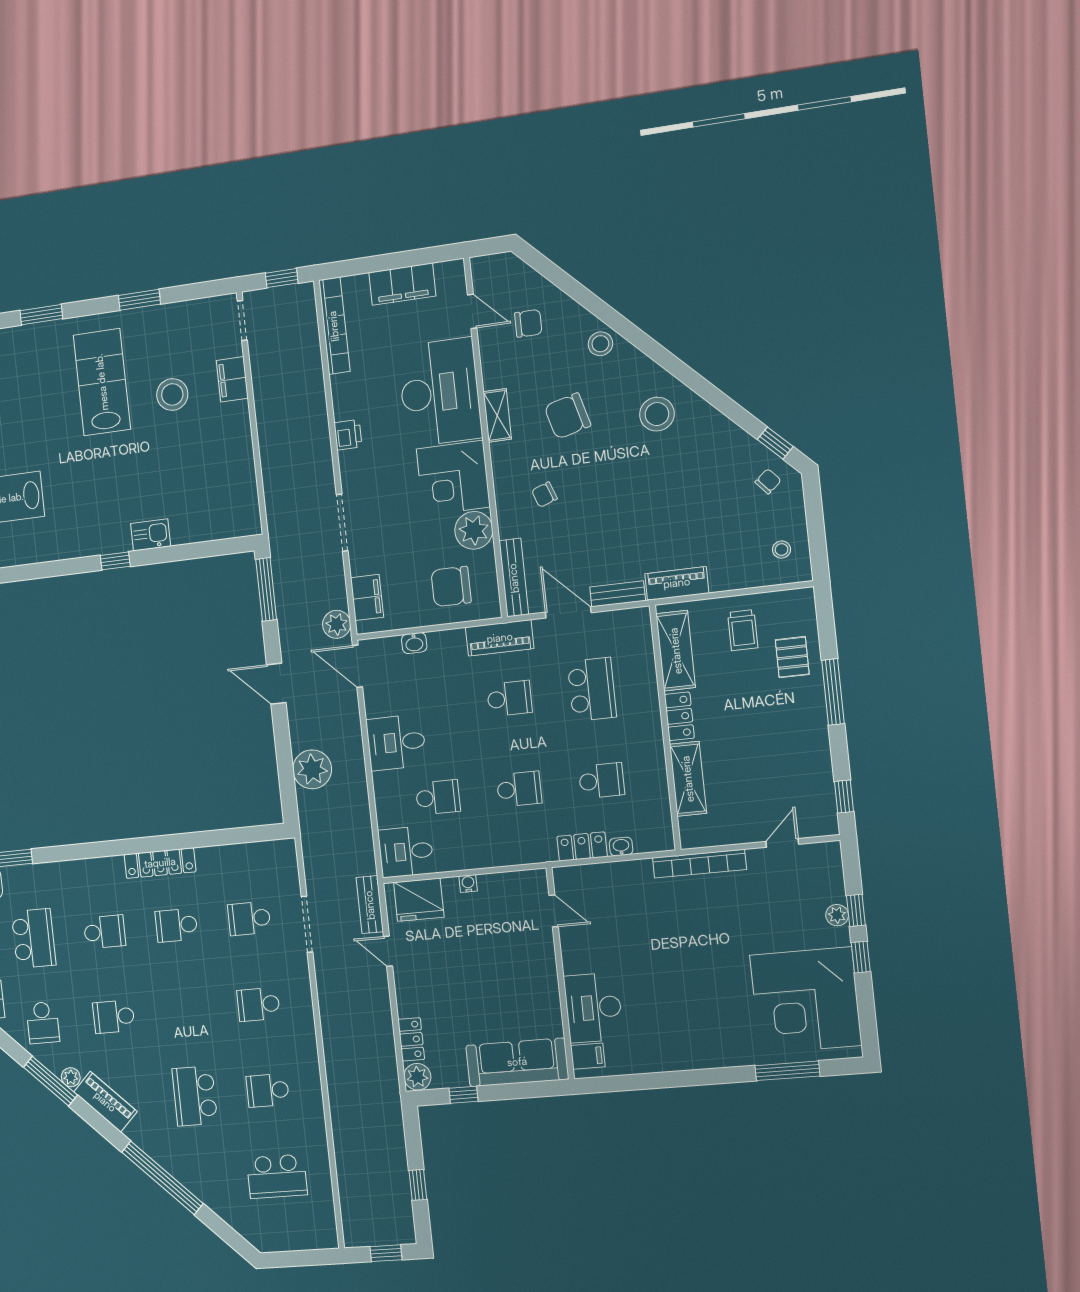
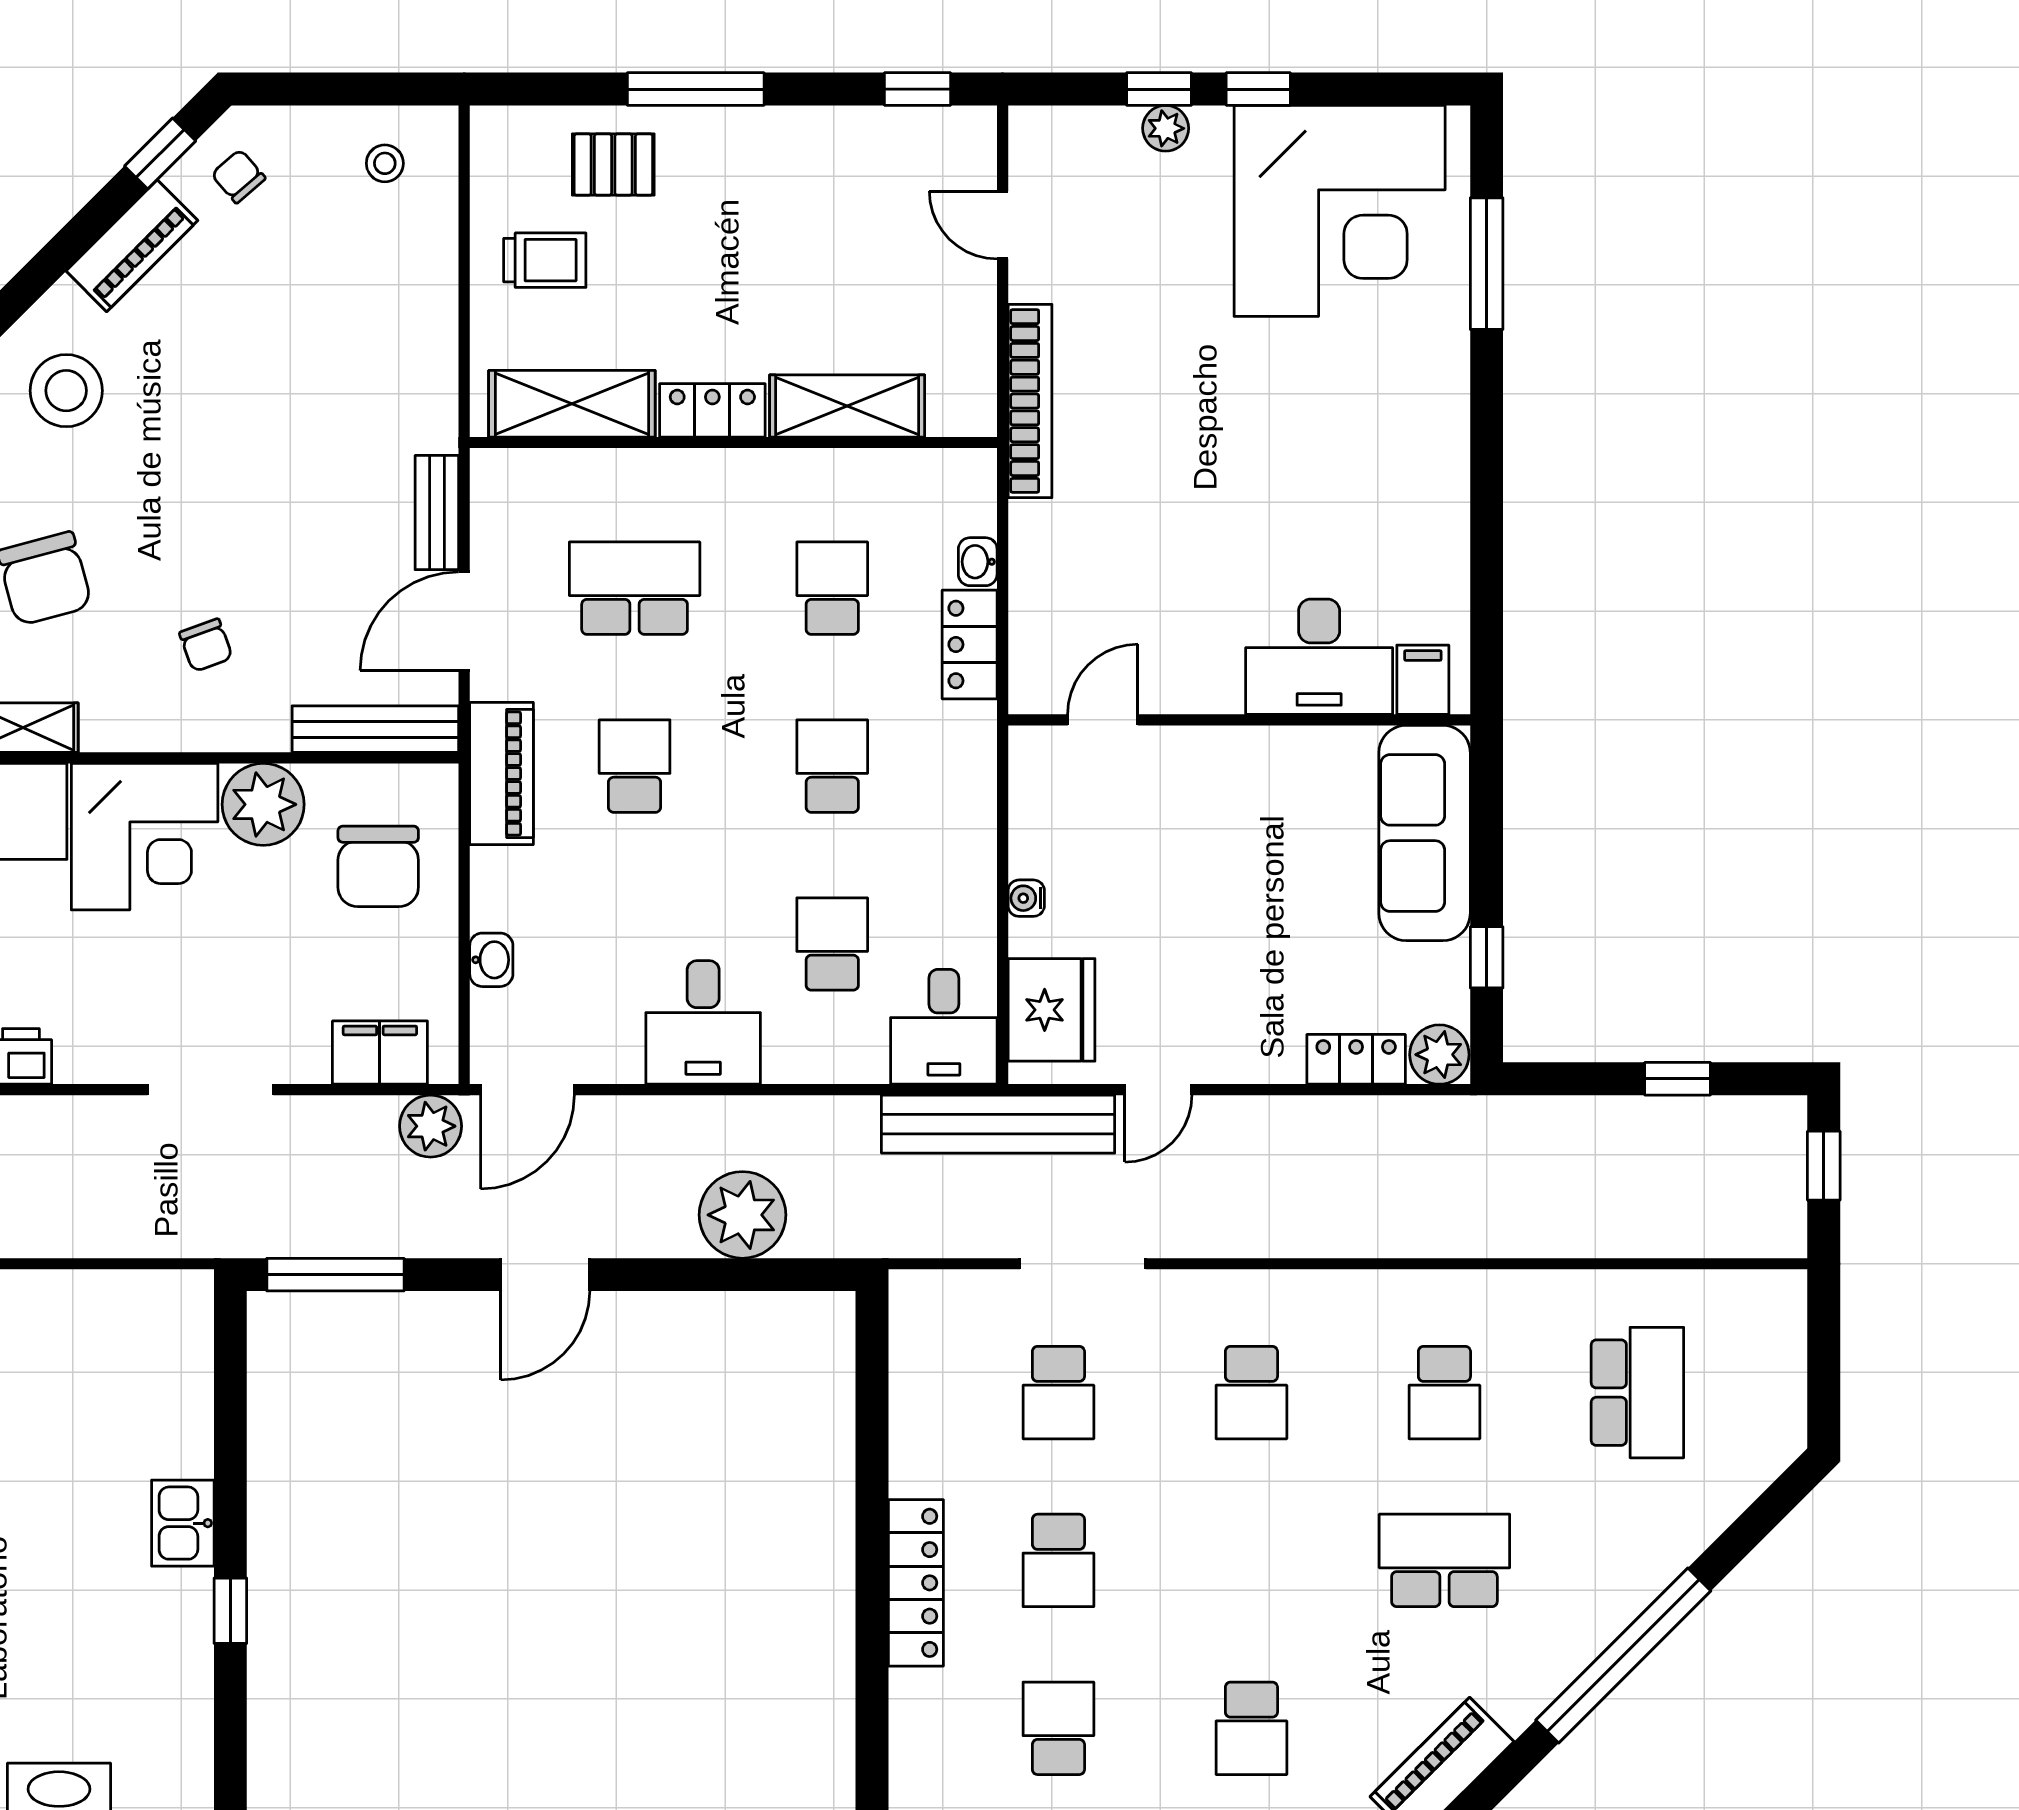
piano: (677, 583) -> (132, 246), moved, turned -135
bench: (370, 905) -> (998, 1124), width x1.86, depth x1.21
school desk: (195, 1096) -> (1444, 1560), turned 180

